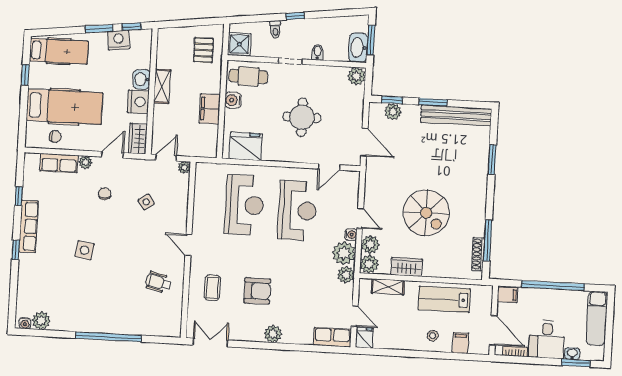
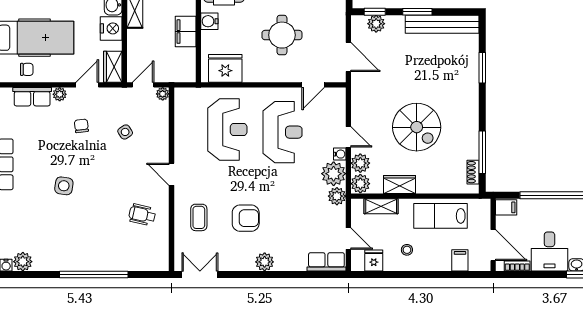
shoe rack: (478, 254) -> (473, 172), width x0.70
stool: (433, 336) -> (407, 250), moved
fridge: (364, 338) -> (374, 261), moved

